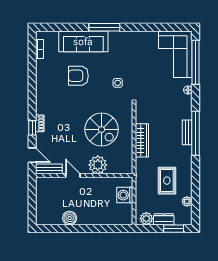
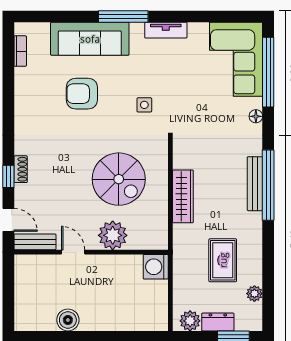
tv unit: (131, 36) -> (166, 30), added
bench: (187, 132) -> (255, 184), width x1.36
washing machine: (125, 195) -> (156, 267), moved

